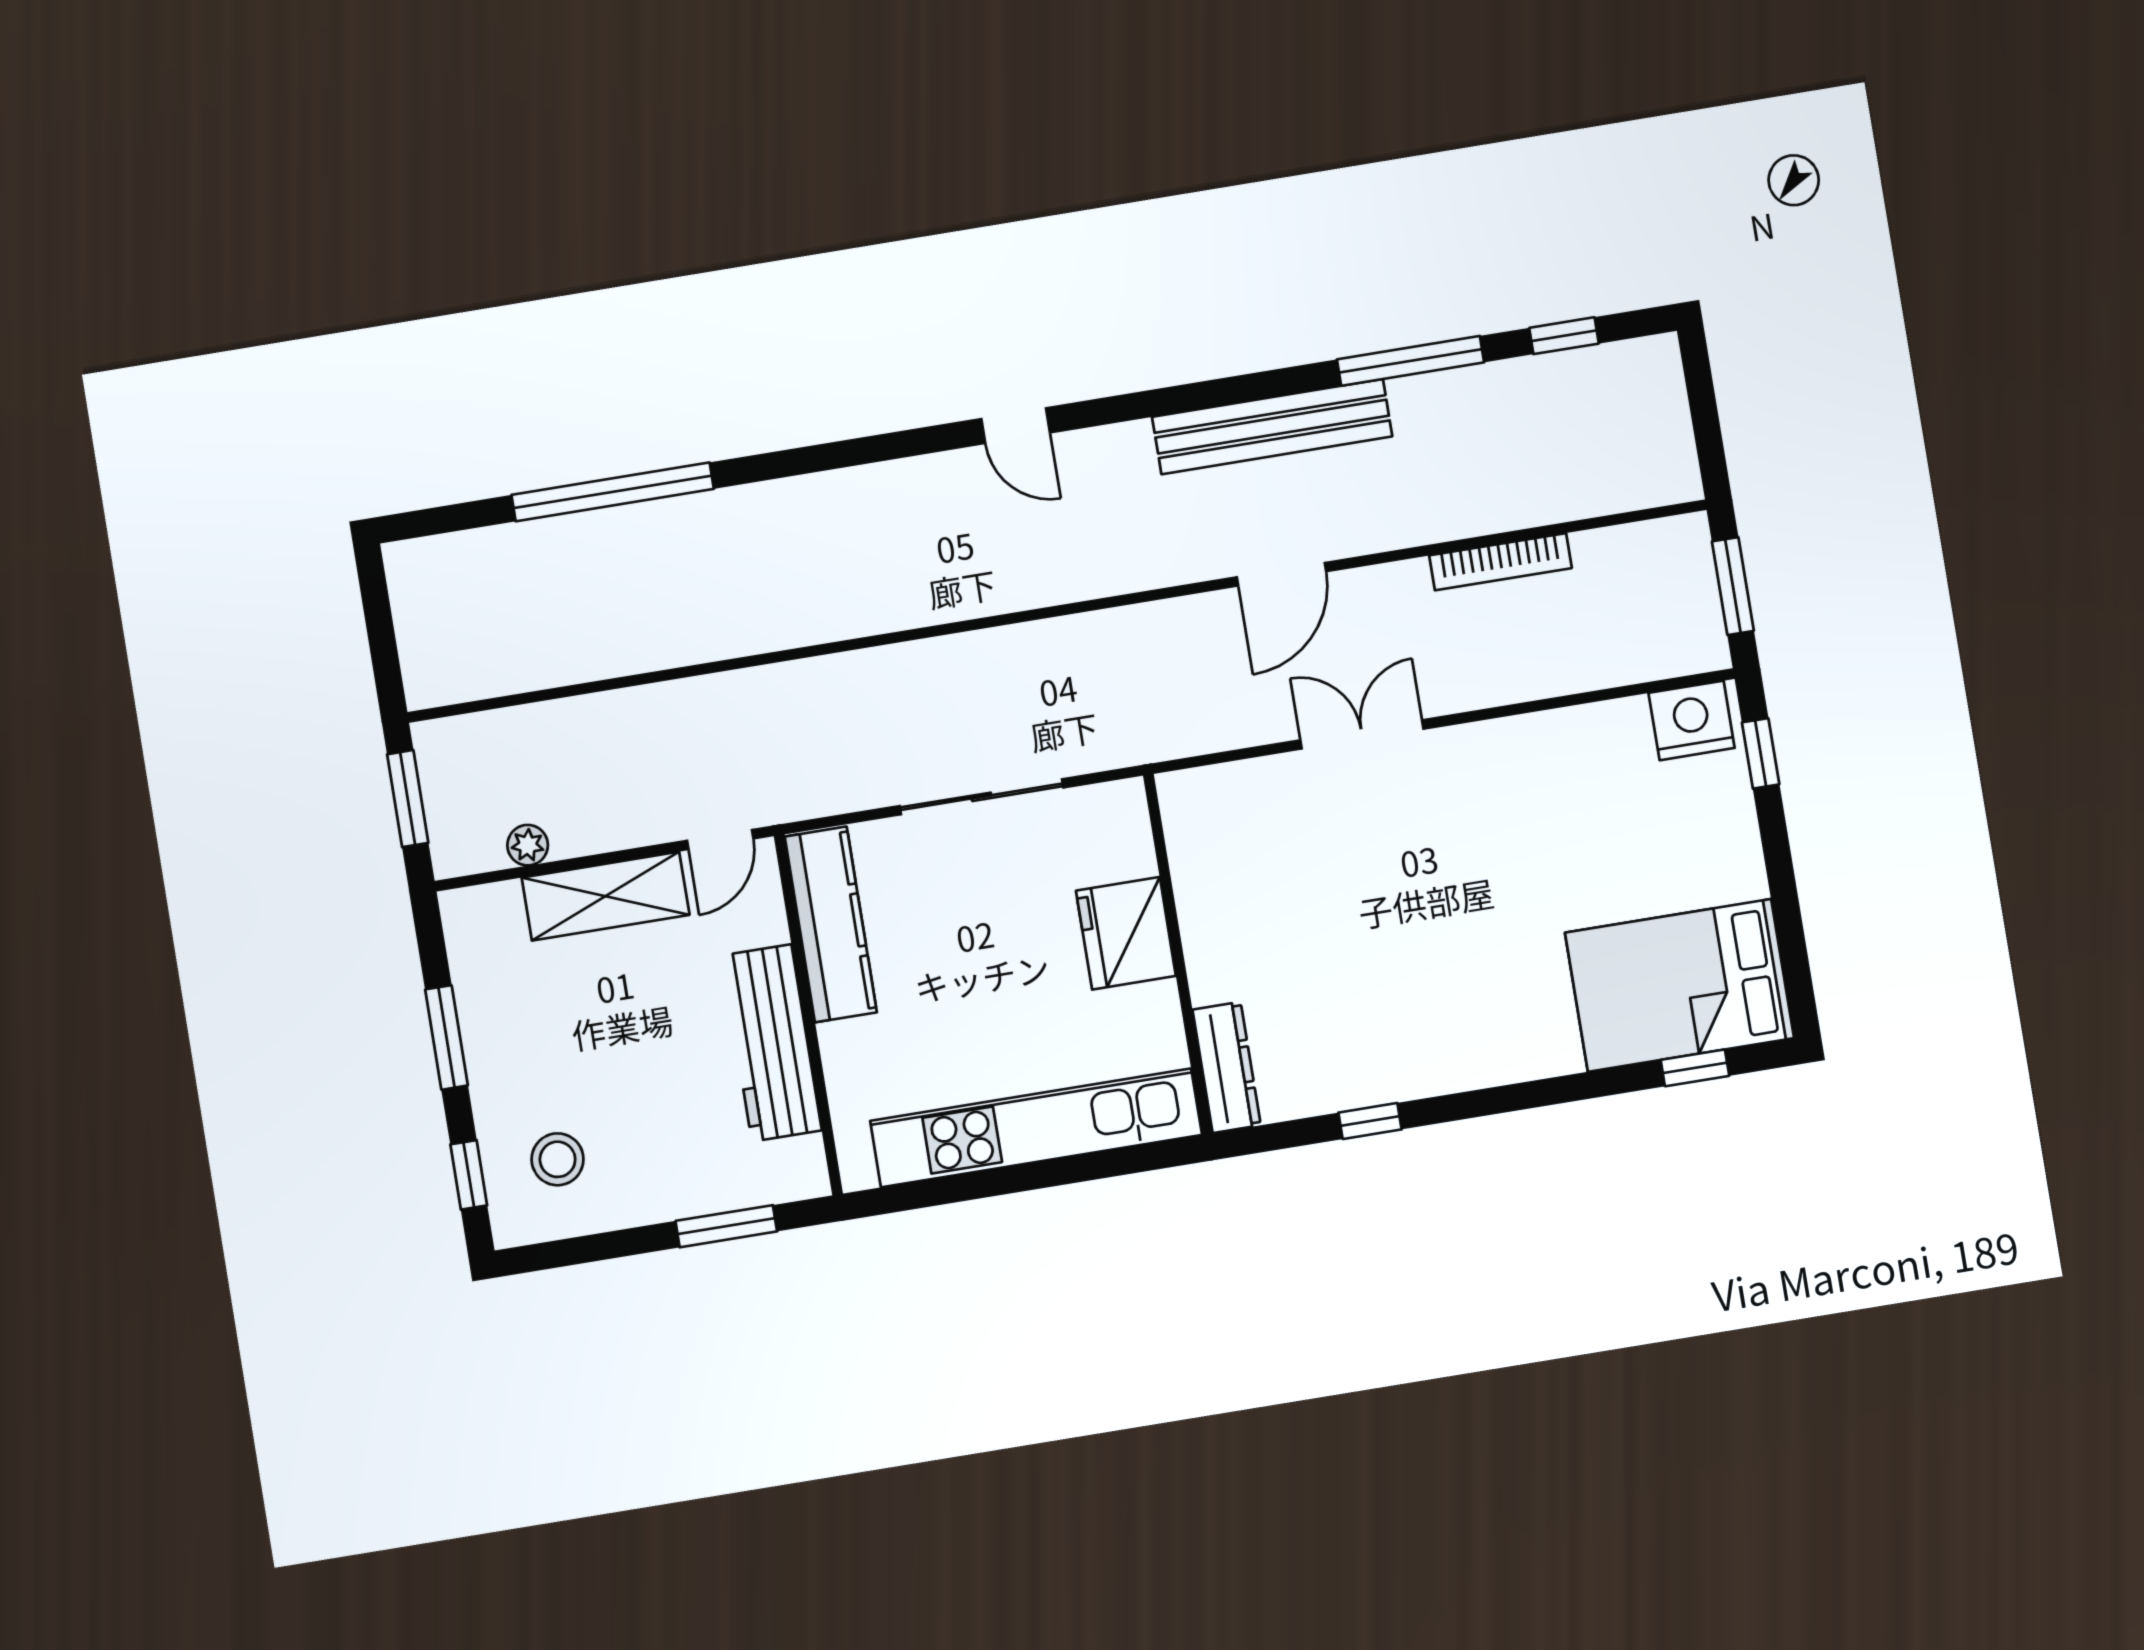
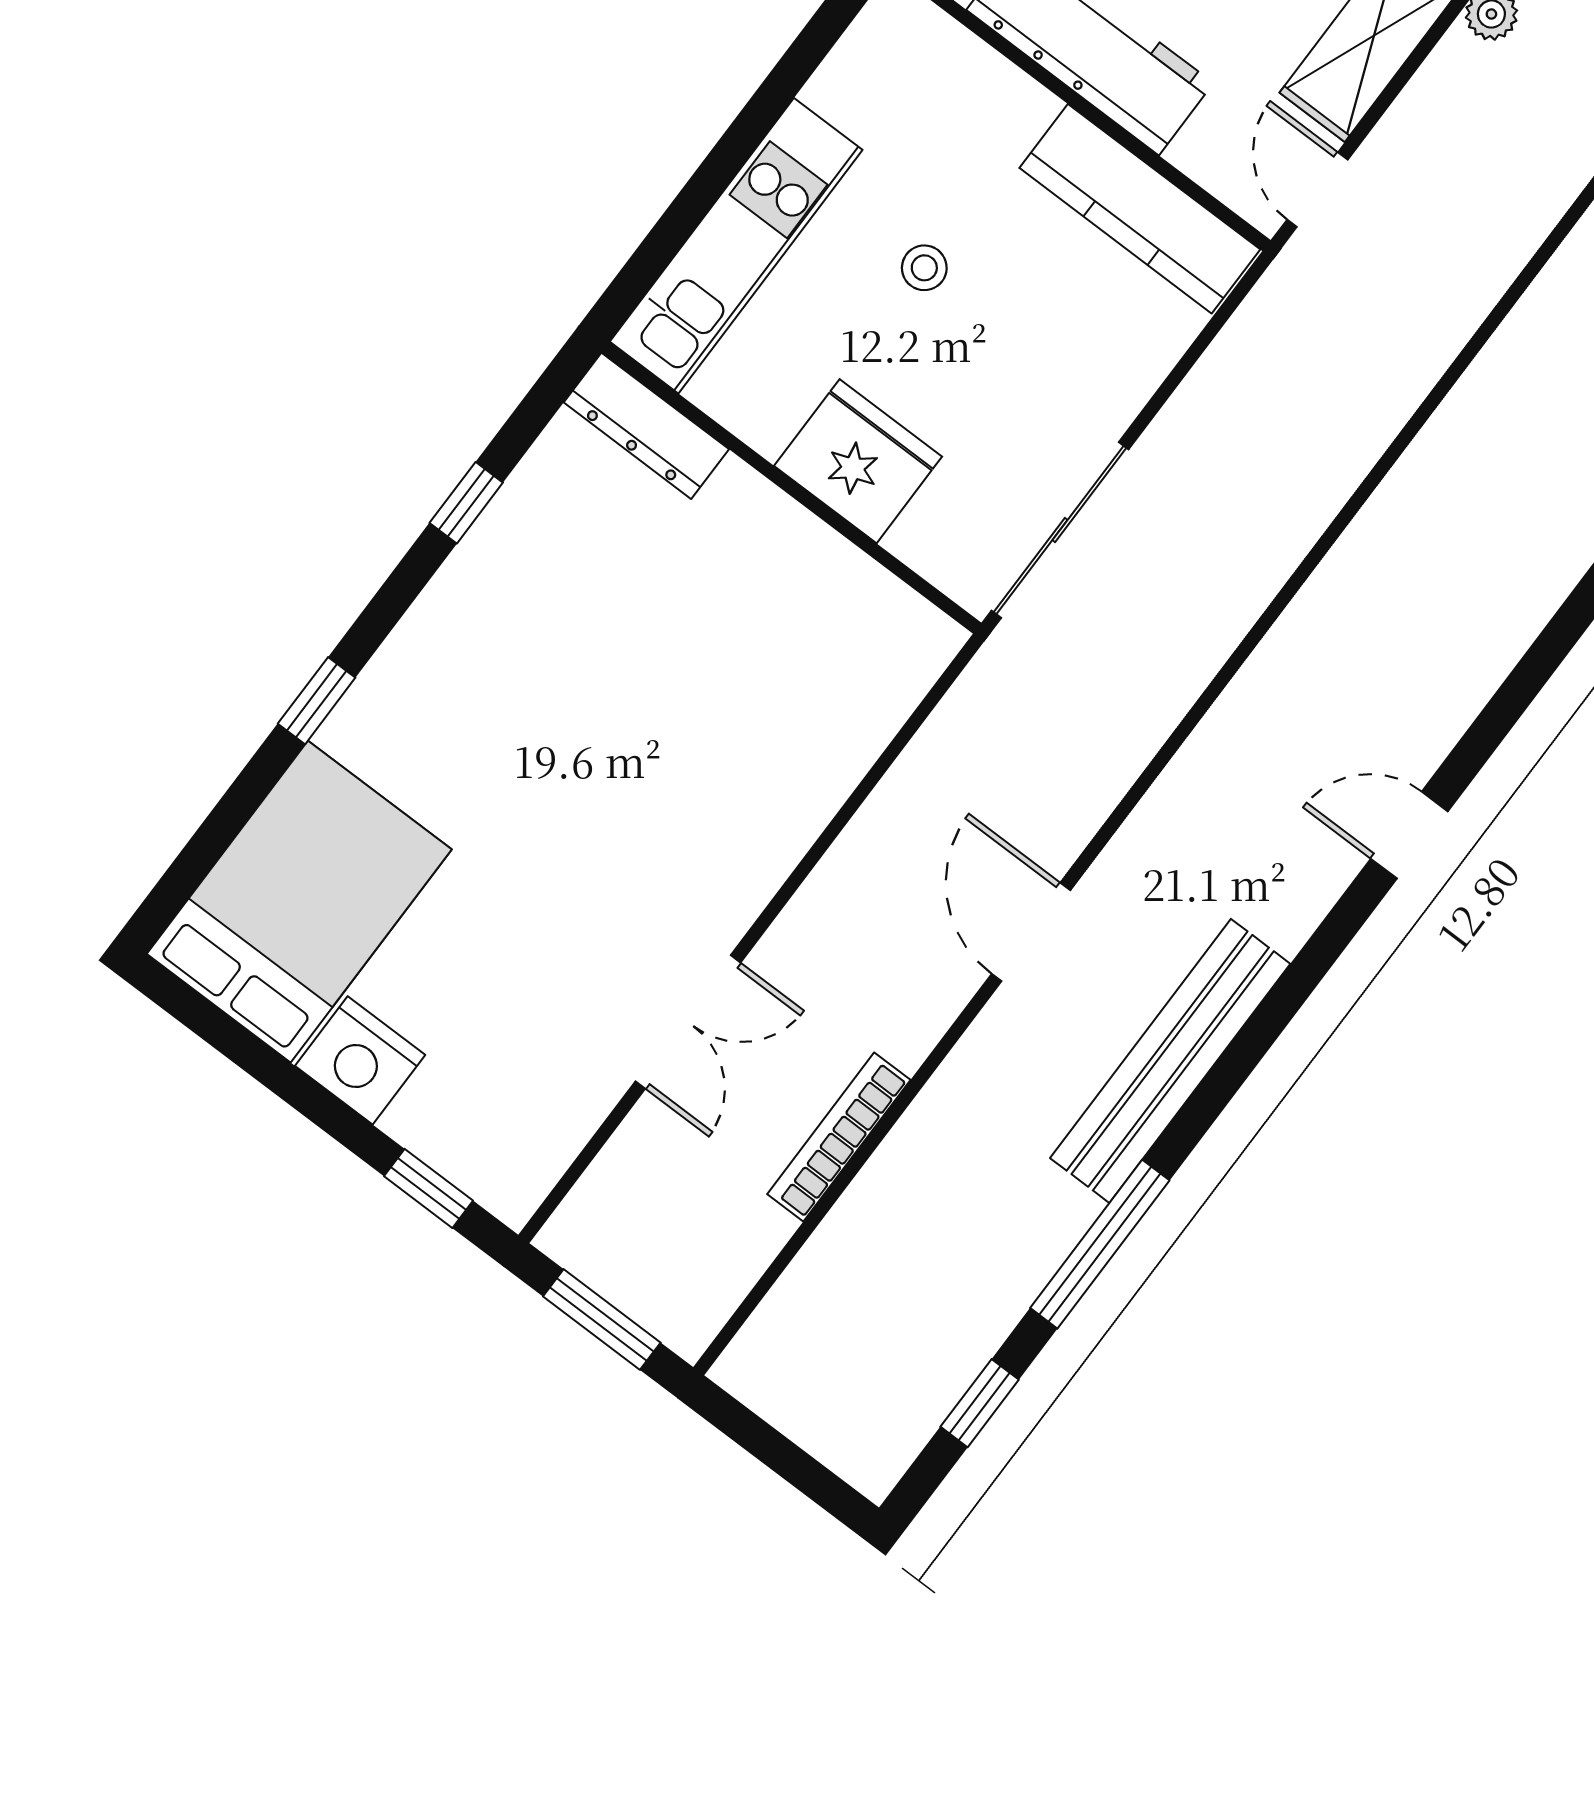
nightstand: (1692, 720) -> (360, 1060), moved, turned 90
double door: (1362, 734) -> (688, 1022), moved
sliding door: (981, 797) -> (1060, 530), moved
stool: (984, 1007) -> (924, 268), added
window: (1695, 1068) -> (317, 701), moved
kitchen unit: (1036, 1128) -> (736, 246), width x0.73

